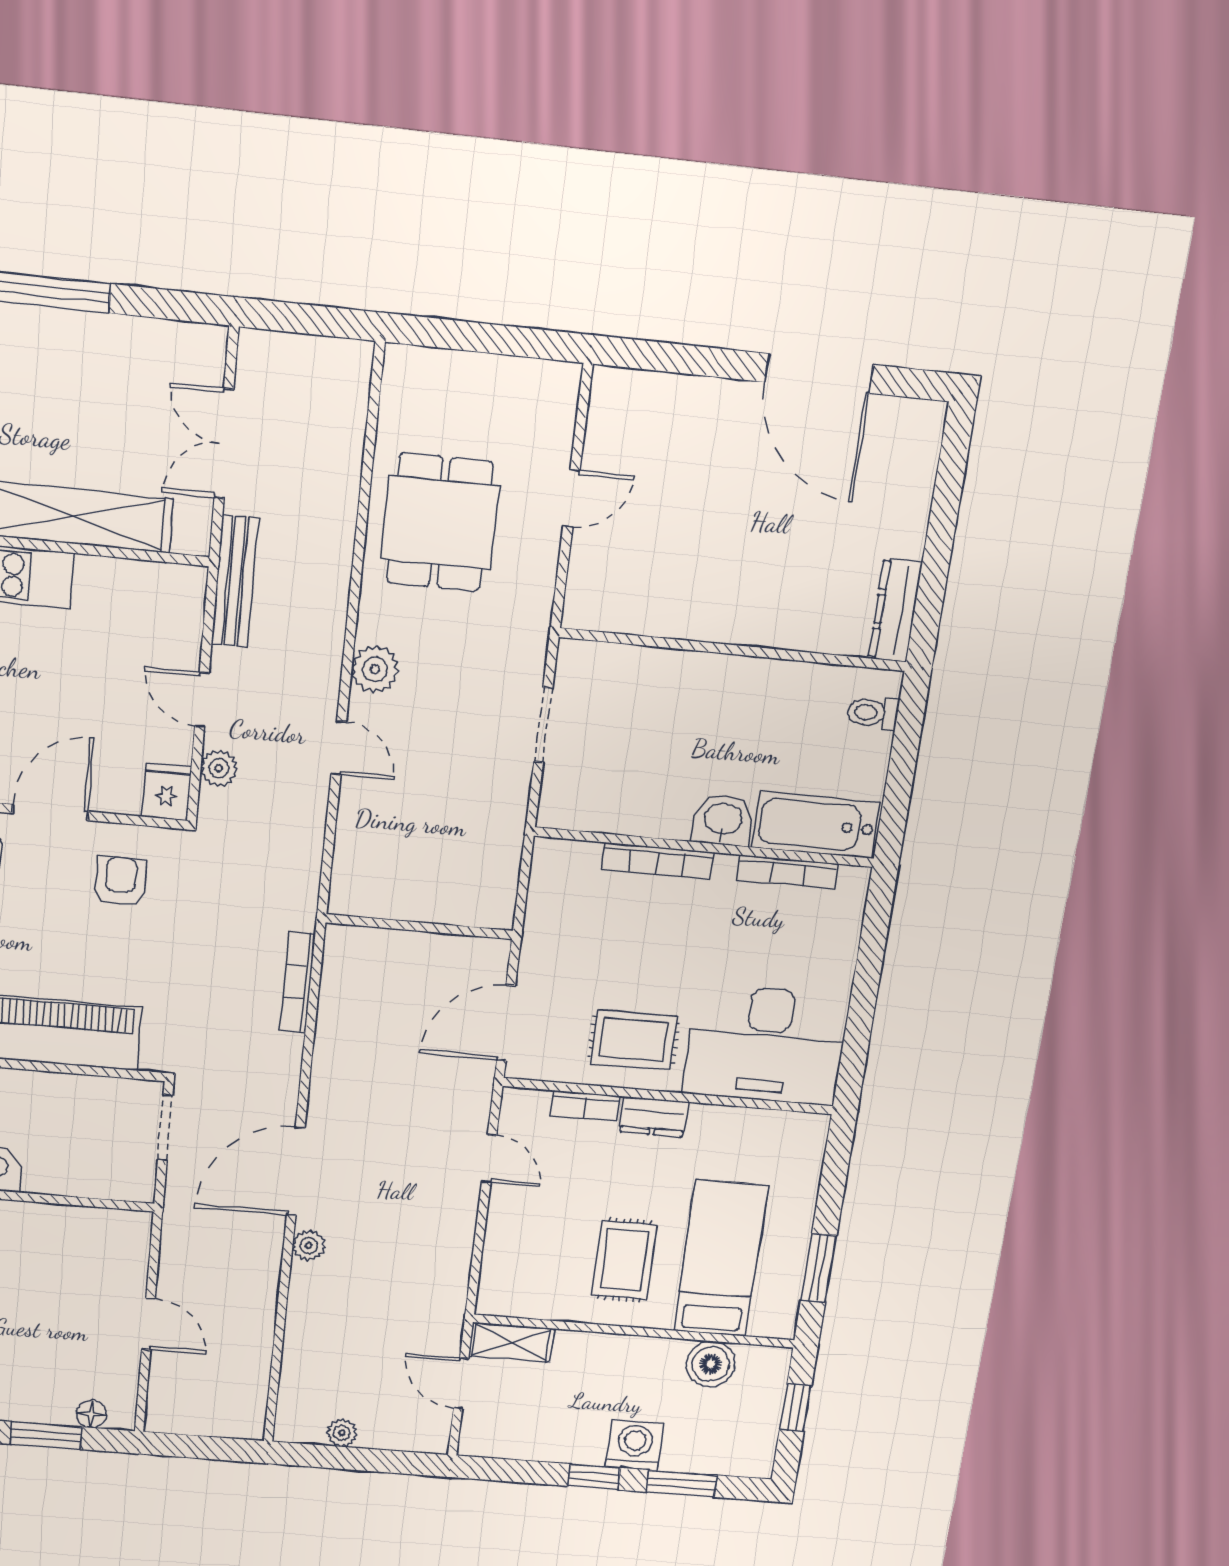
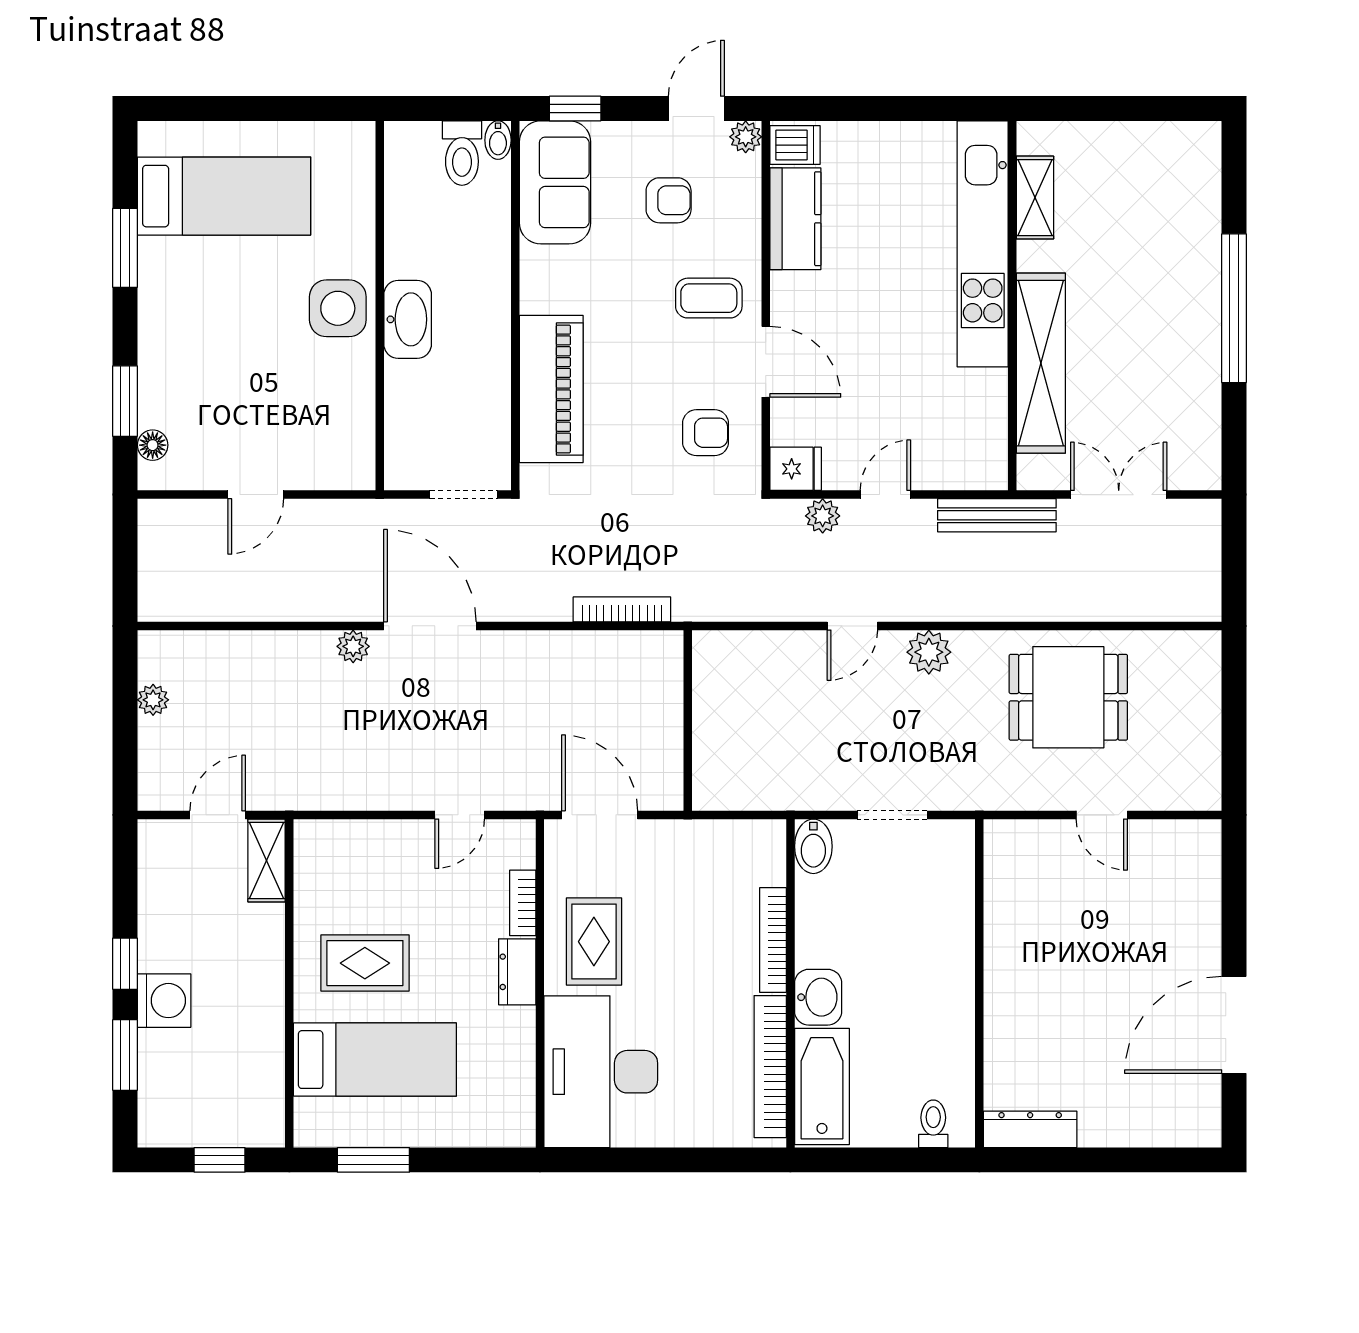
bidet: (566, 810) -> (813, 846), added
bookcase: (788, 872) -> (770, 1067), width x1.48, depth x1.31
boiler: (711, 1364) -> (260, 1066), removed

